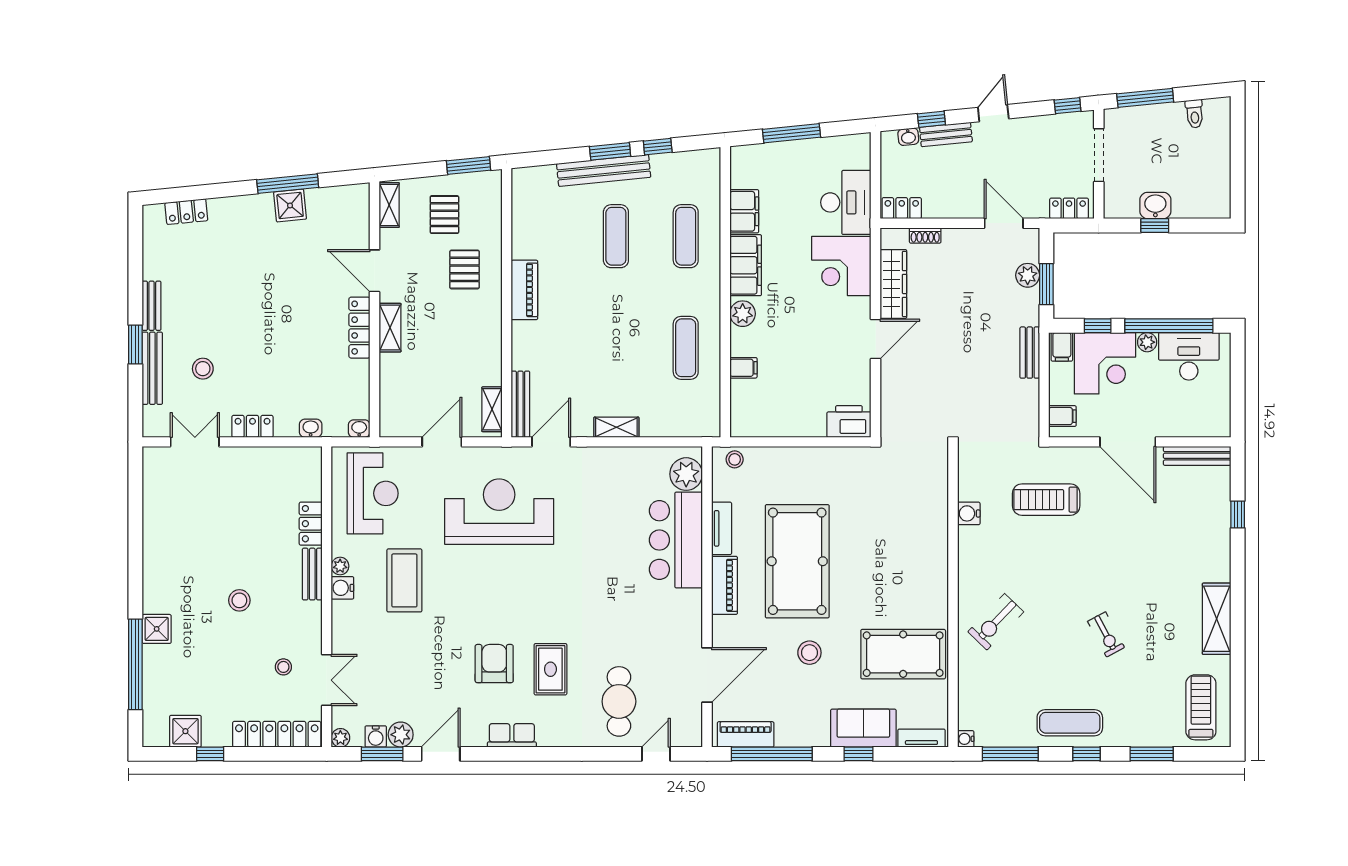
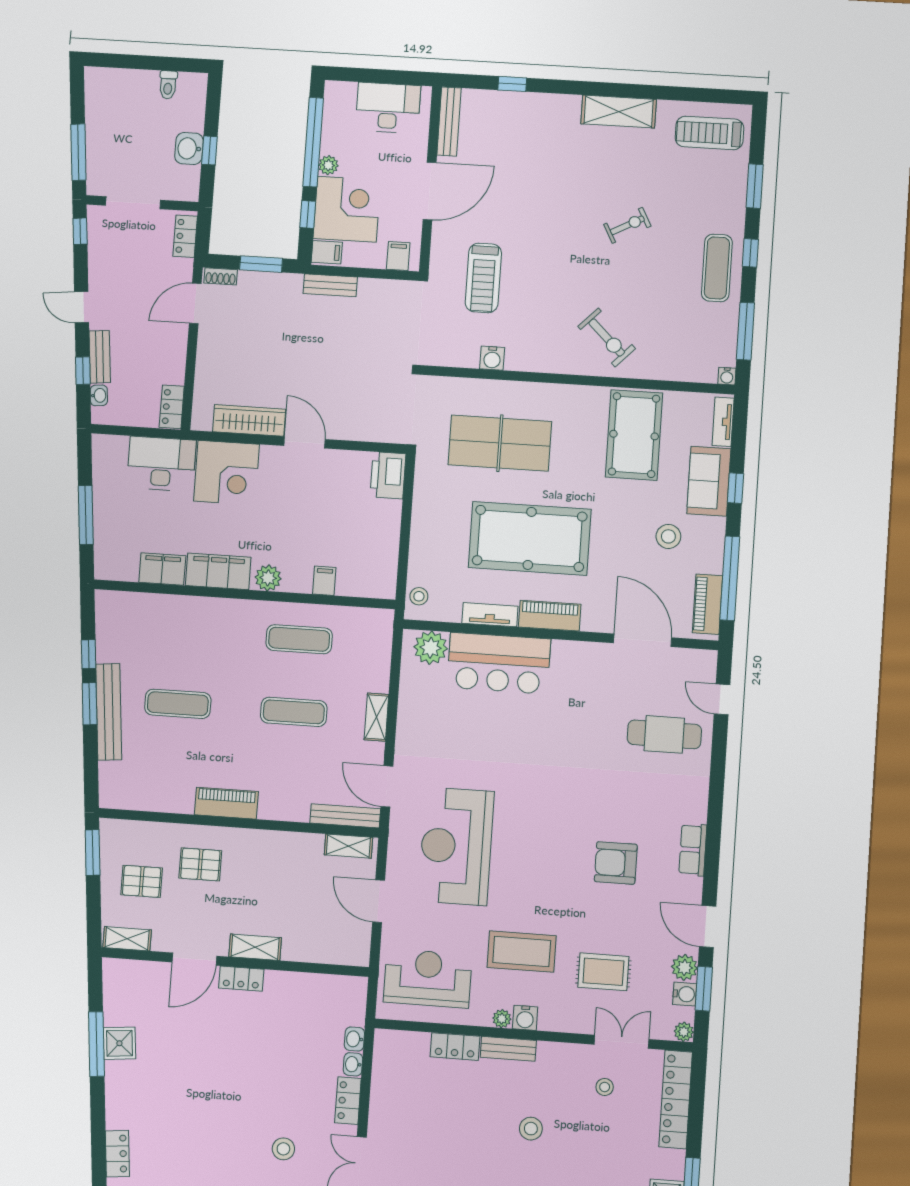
toilet: (1194, 114) -> (168, 85), moved, turned 96
shoe rack: (925, 235) -> (221, 276), moved, turned 90
exercise mat: (686, 236) -> (294, 712), moved
plant: (1028, 275) -> (251, 283), removed
locker: (359, 328) -> (241, 979), width x0.66
desk: (1189, 356) -> (388, 108), moved, turned 90
washbasin: (359, 429) -> (353, 1064), moved
table tennis table: (887, 527) -> (500, 443), added
stool: (809, 653) -> (668, 536), moved
rug: (550, 669) -> (603, 972), moved

